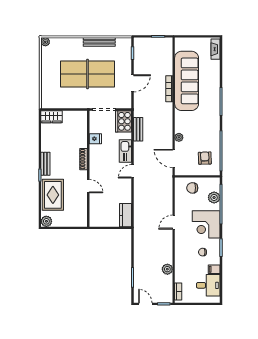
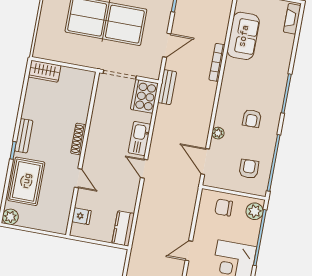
sofa: (187, 81) -> (243, 36), width x0.54, depth x0.79
armchair: (200, 123) -> (252, 118), added
bench: (138, 129) -> (167, 87), moved
fridge: (95, 139) -> (81, 216), moved
door: (133, 171) -> (144, 169), hinge flipped
plant: (214, 197) -> (255, 211), moved

